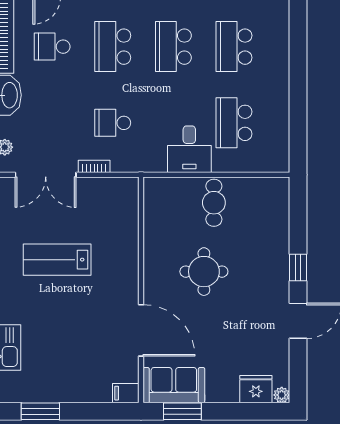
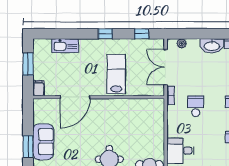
wall: (141, 290) -> (99, 97), moved
door: (141, 330) -> (75, 97), moved
filing cabinet: (126, 393) -> (39, 88), moved

